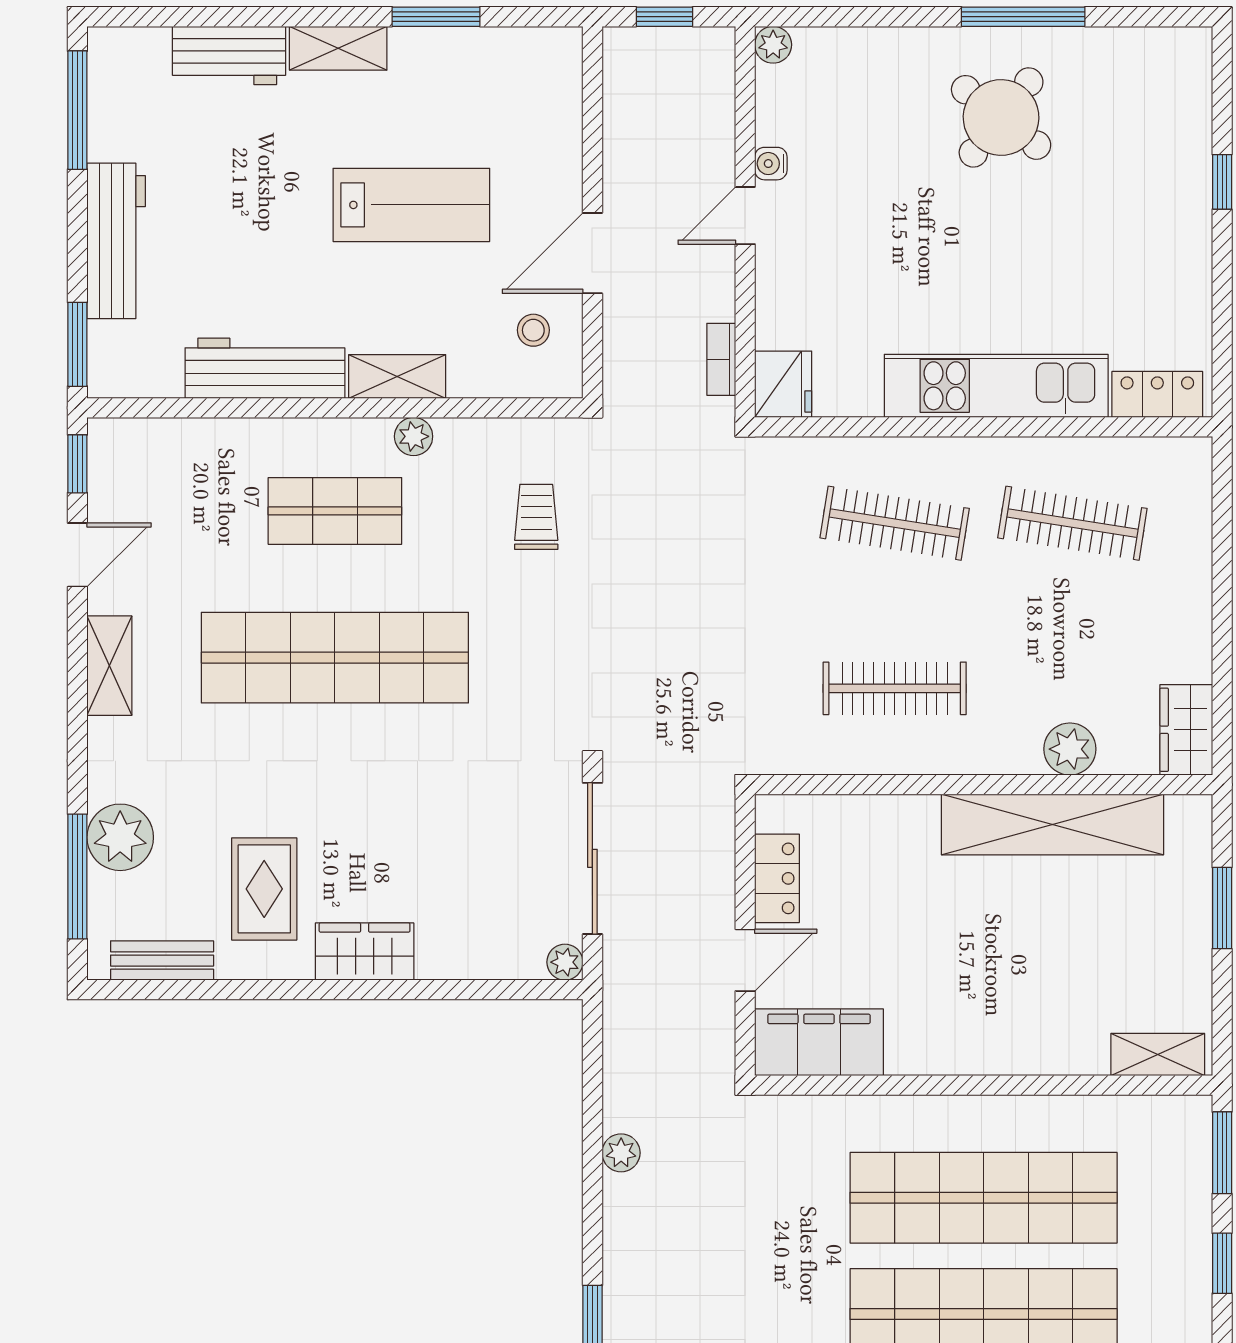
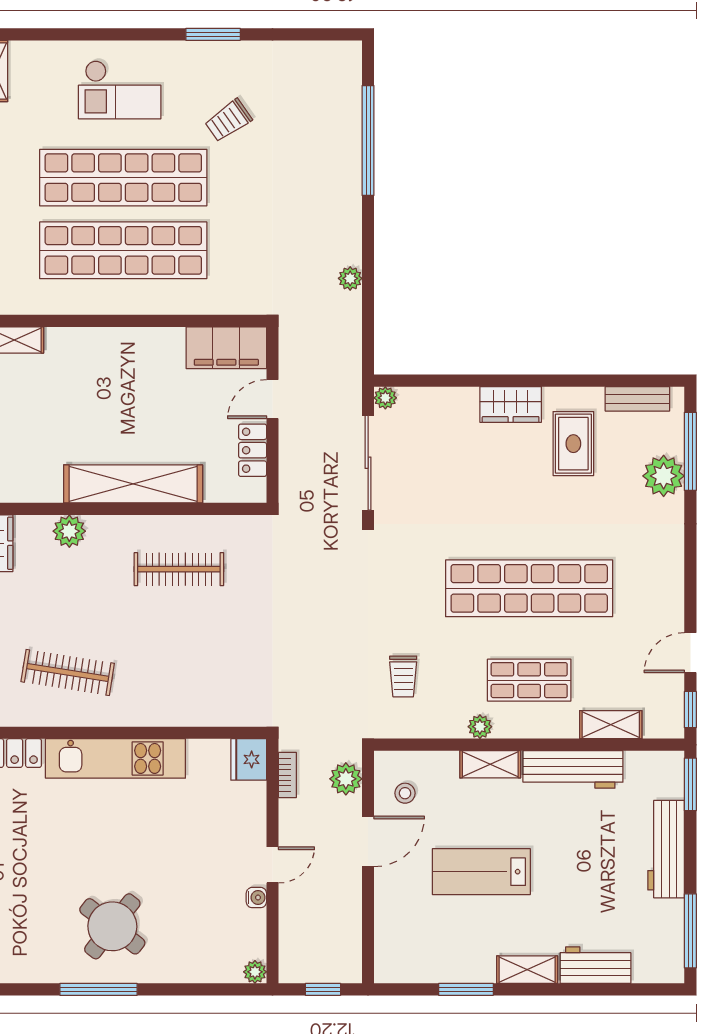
plant: (628, 353) -> (346, 779), added
clothes rail: (895, 523) -> (179, 672), removed
shelving: (109, 666) -> (611, 725), moved, turned 90
shelving: (1052, 824) -> (133, 484), moved

